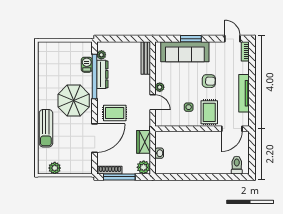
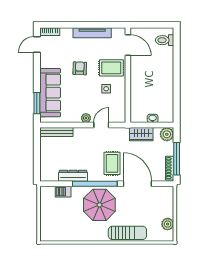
window: (191, 39) -> (37, 103), moved
plant: (101, 55) -> (53, 177), removed
window: (95, 76) -> (95, 184), moved

